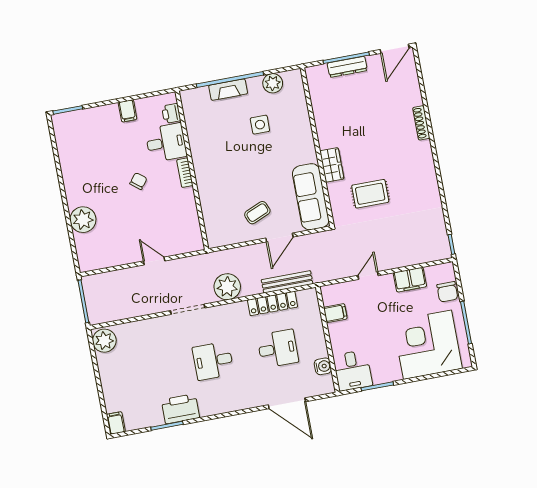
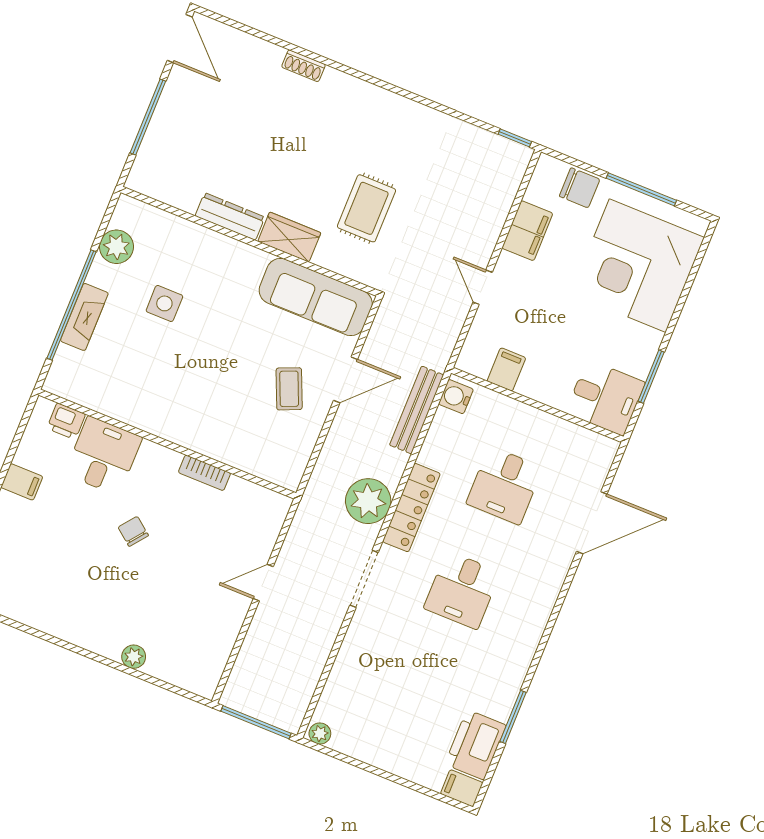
dresser: (347, 67) -> (230, 216), moved, turned -90
shoe rack: (421, 123) -> (304, 66), width x0.70
bookcase: (185, 173) -> (204, 473), moved
plant: (83, 220) -> (134, 657), width x0.53, depth x0.53
door: (279, 237) -> (346, 380), hinge flipped
locker: (272, 303) -> (411, 508), moved
plant: (104, 341) -> (320, 734), width x0.53, depth x0.53
desk: (278, 349) -> (505, 485), turned 180
water cooler: (323, 366) -> (456, 397), moved, turned -90
printer: (180, 409) -> (475, 745), moved

